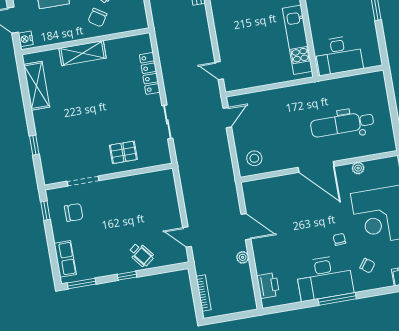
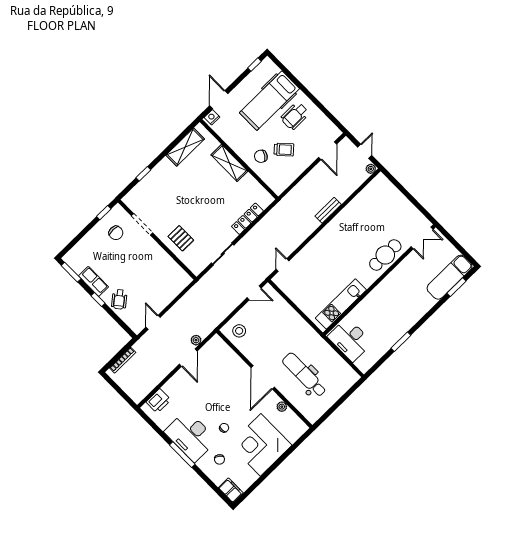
plant: (243, 257) -> (196, 340), moved
row of seats: (65, 259) -> (93, 281), moved, turned -90

